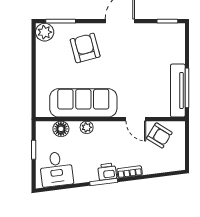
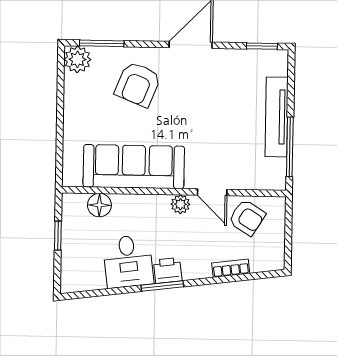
armchair: (85, 48) -> (138, 84), turned -143
tv unit: (178, 91) -> (277, 117), moved
plant: (87, 127) -> (180, 204), moved
desk: (56, 169) -> (128, 261), moved
bookcase: (130, 172) -> (231, 268), moved

